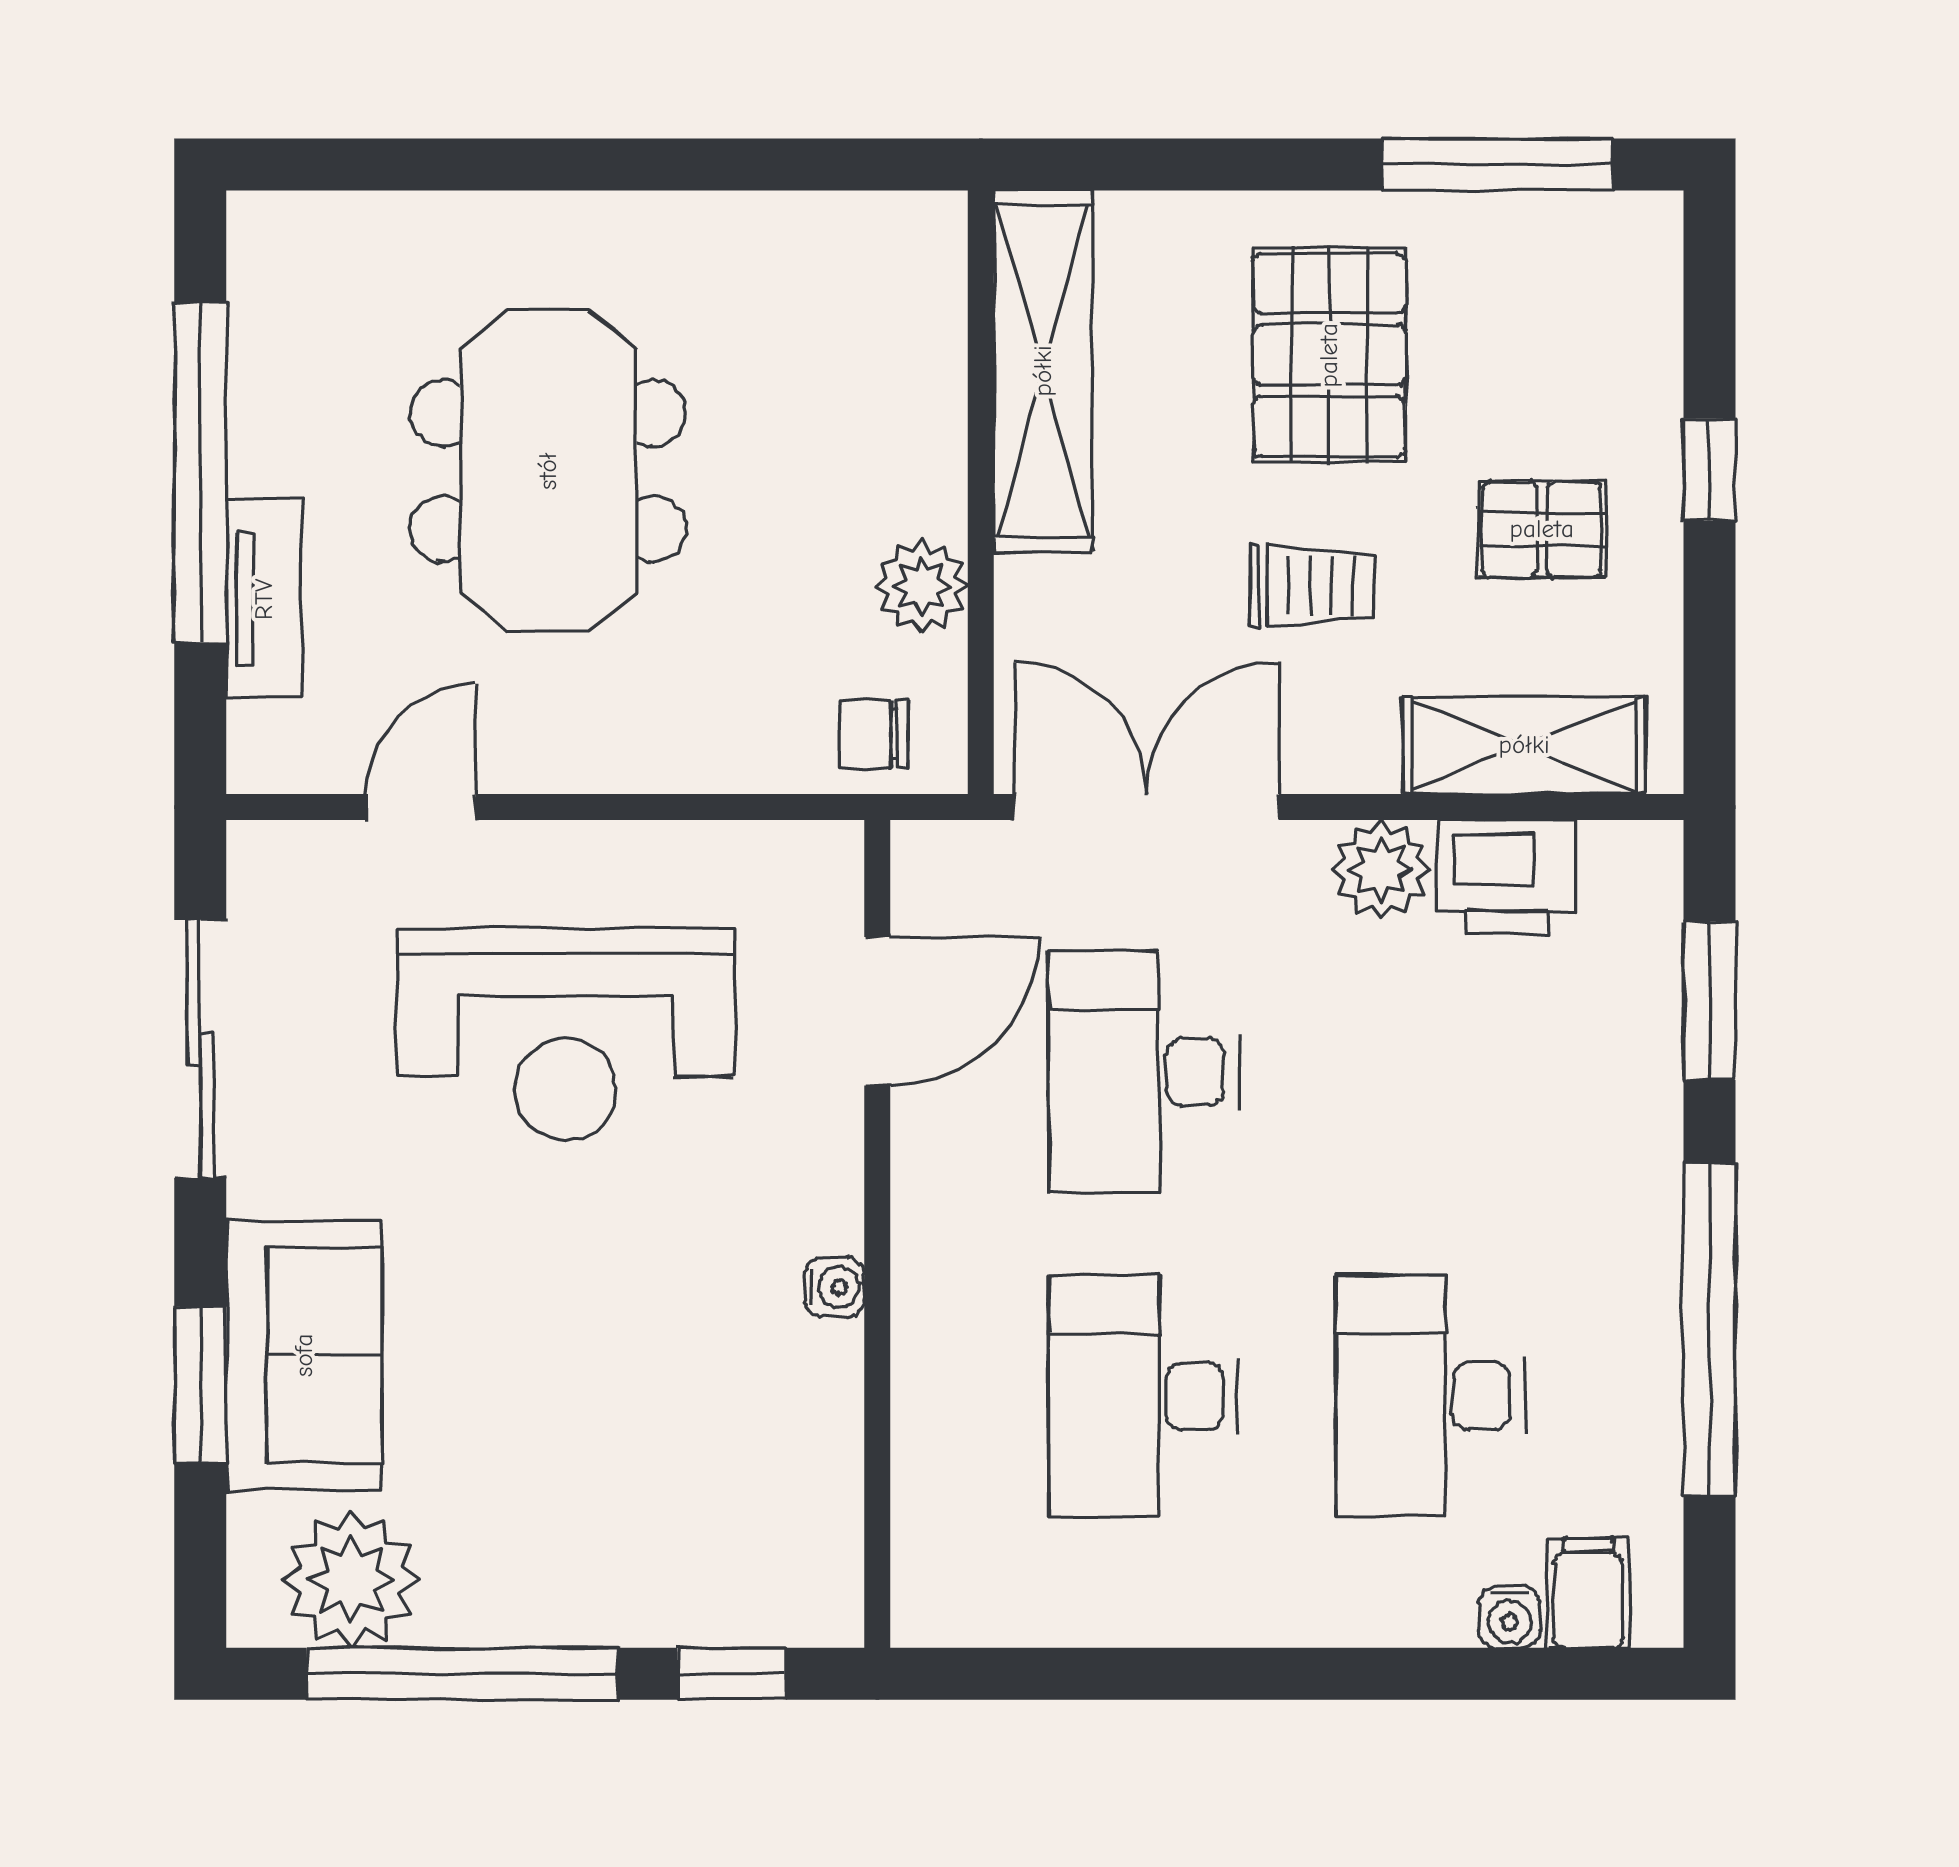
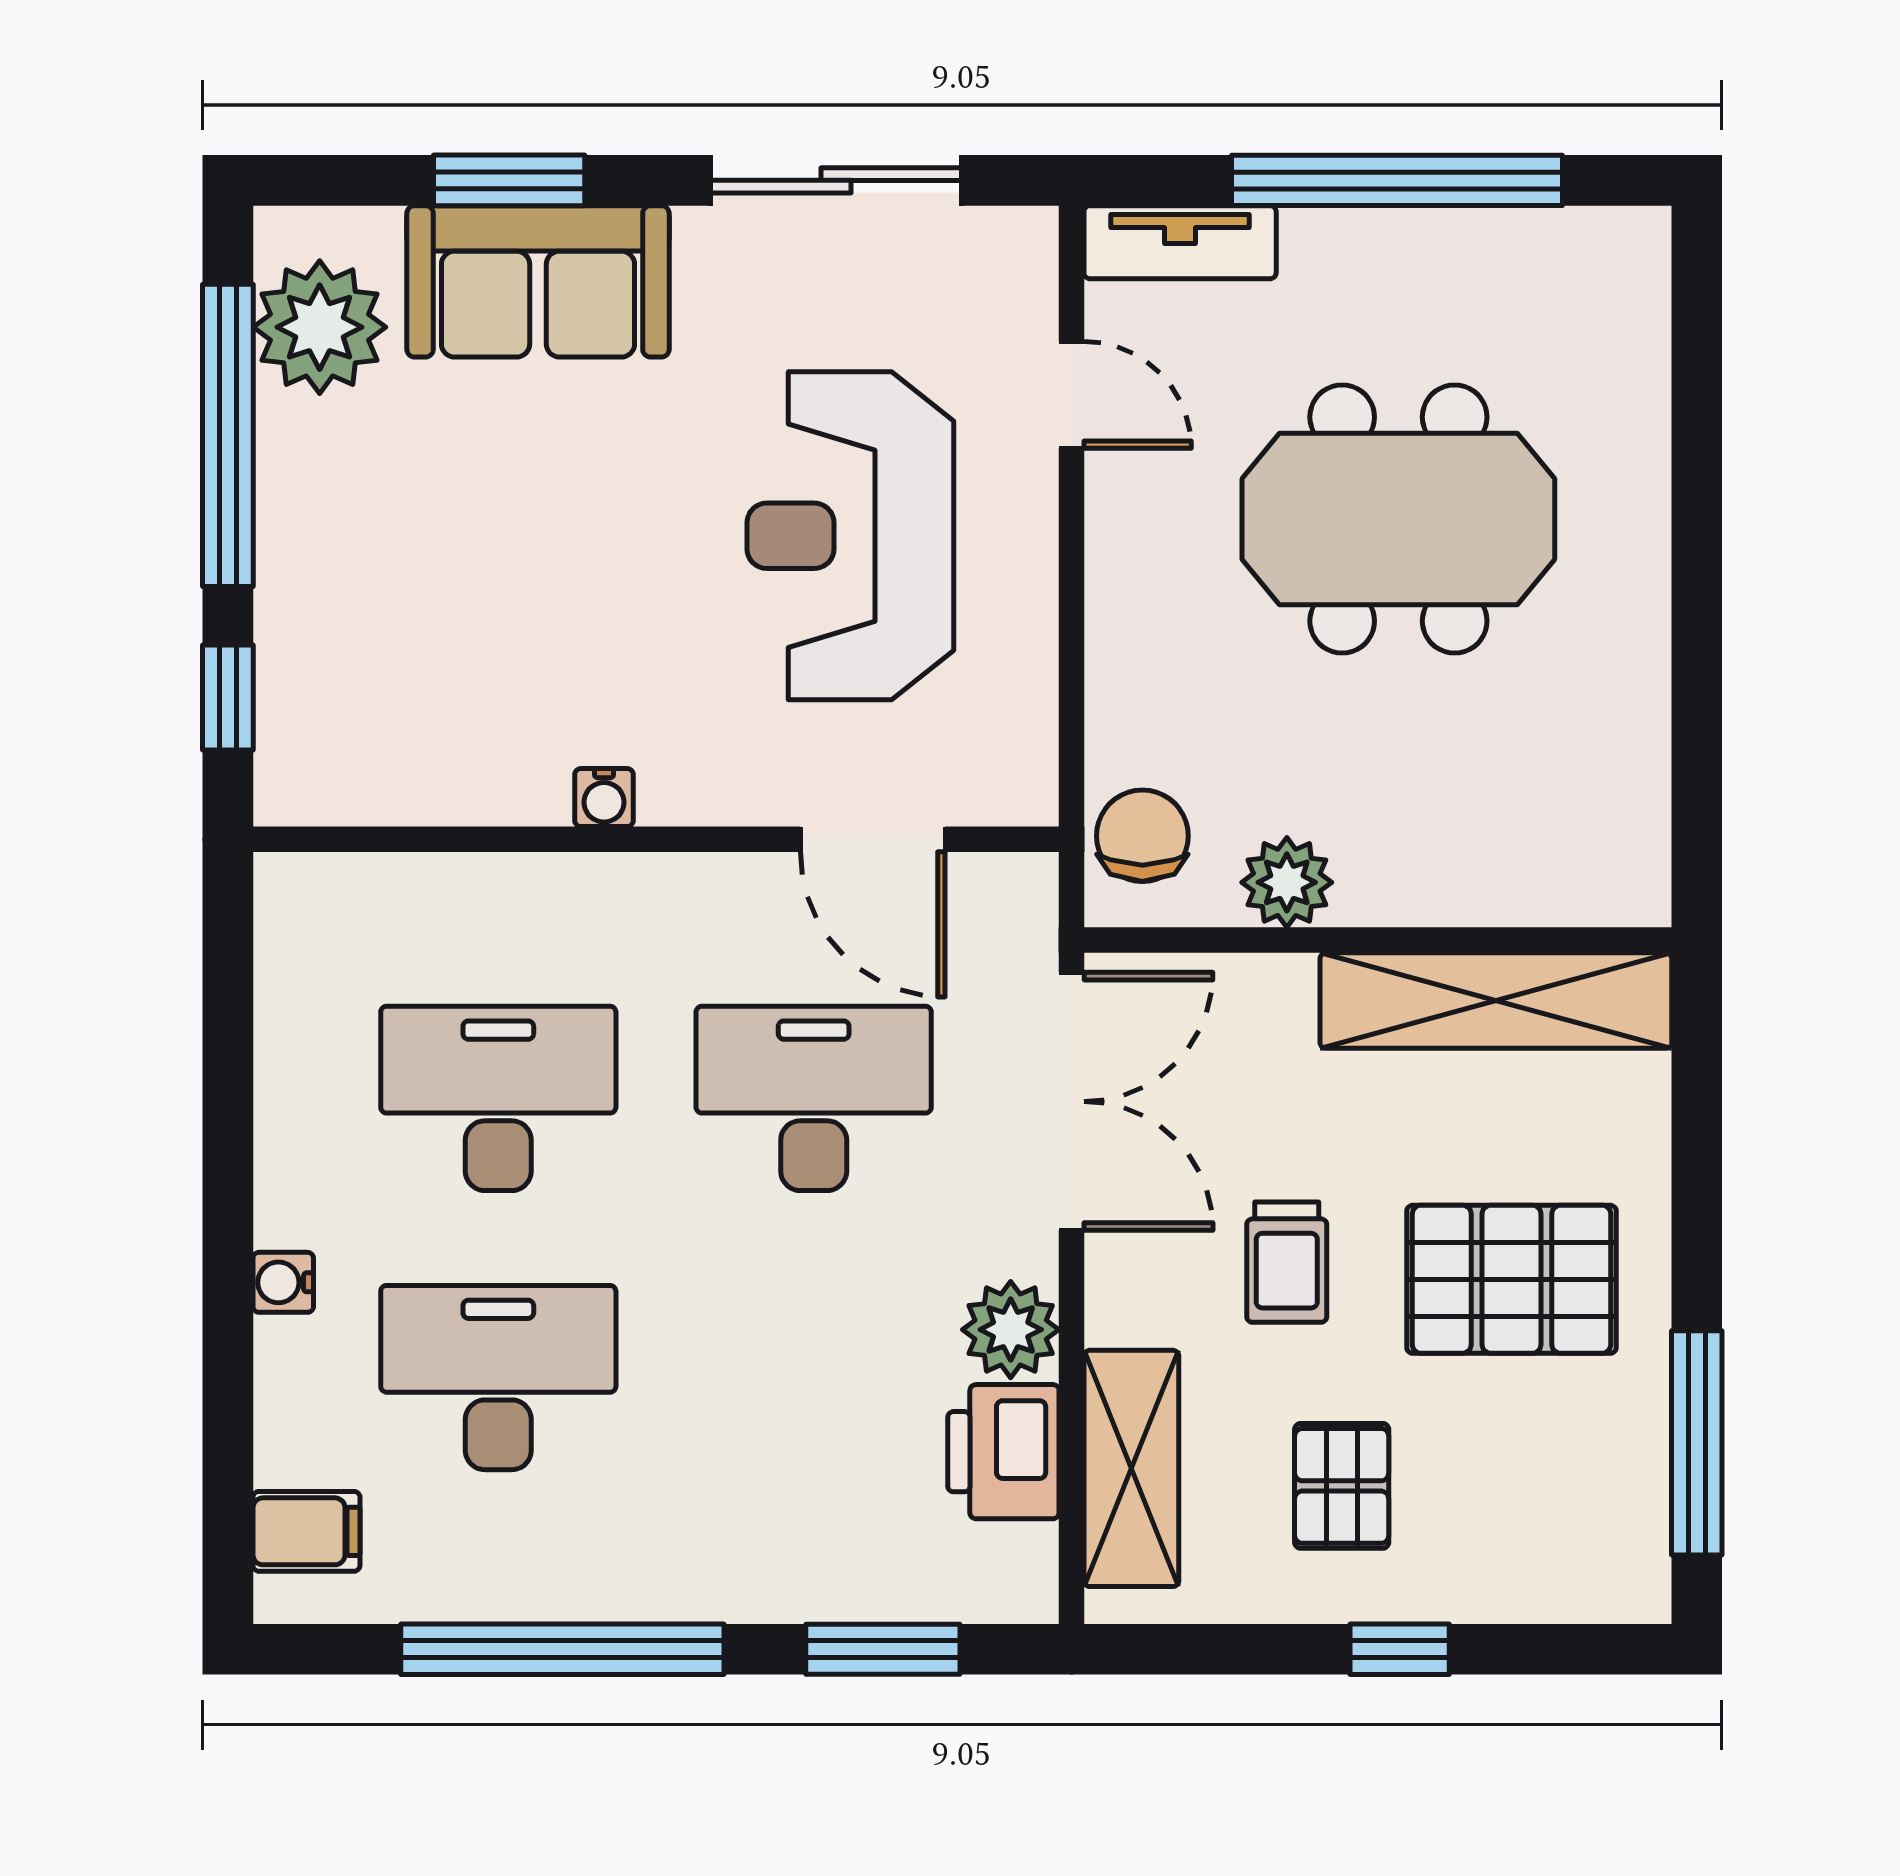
tv unit: (264, 599) -> (1180, 242), moved
chair: (874, 734) -> (1142, 836), width x1.37, depth x1.37
water cooler: (1509, 1617) -> (283, 1282), moved

